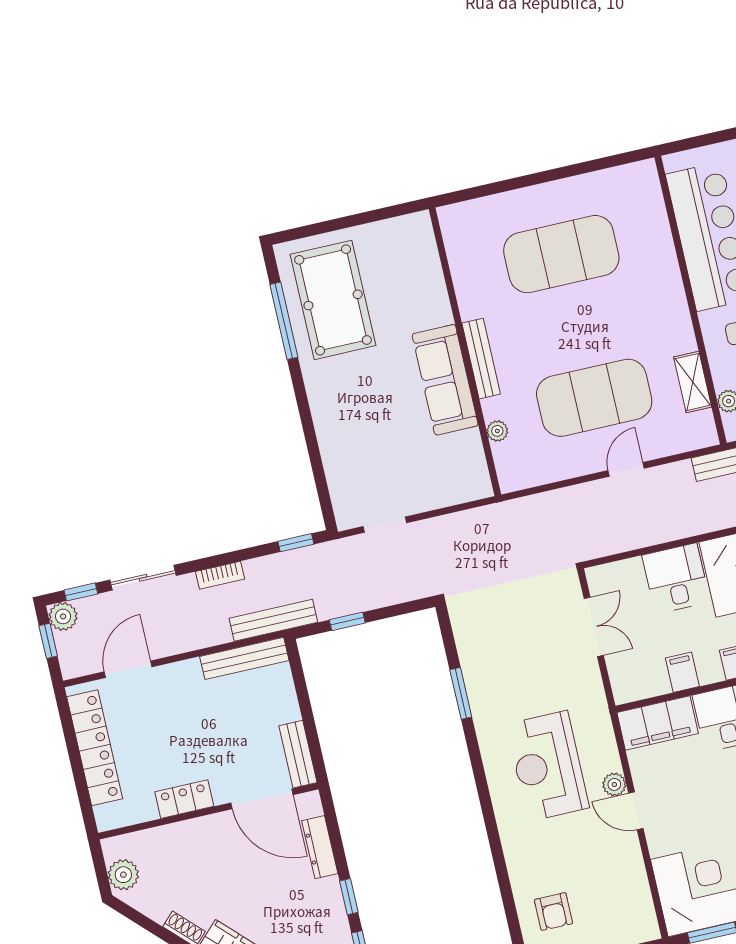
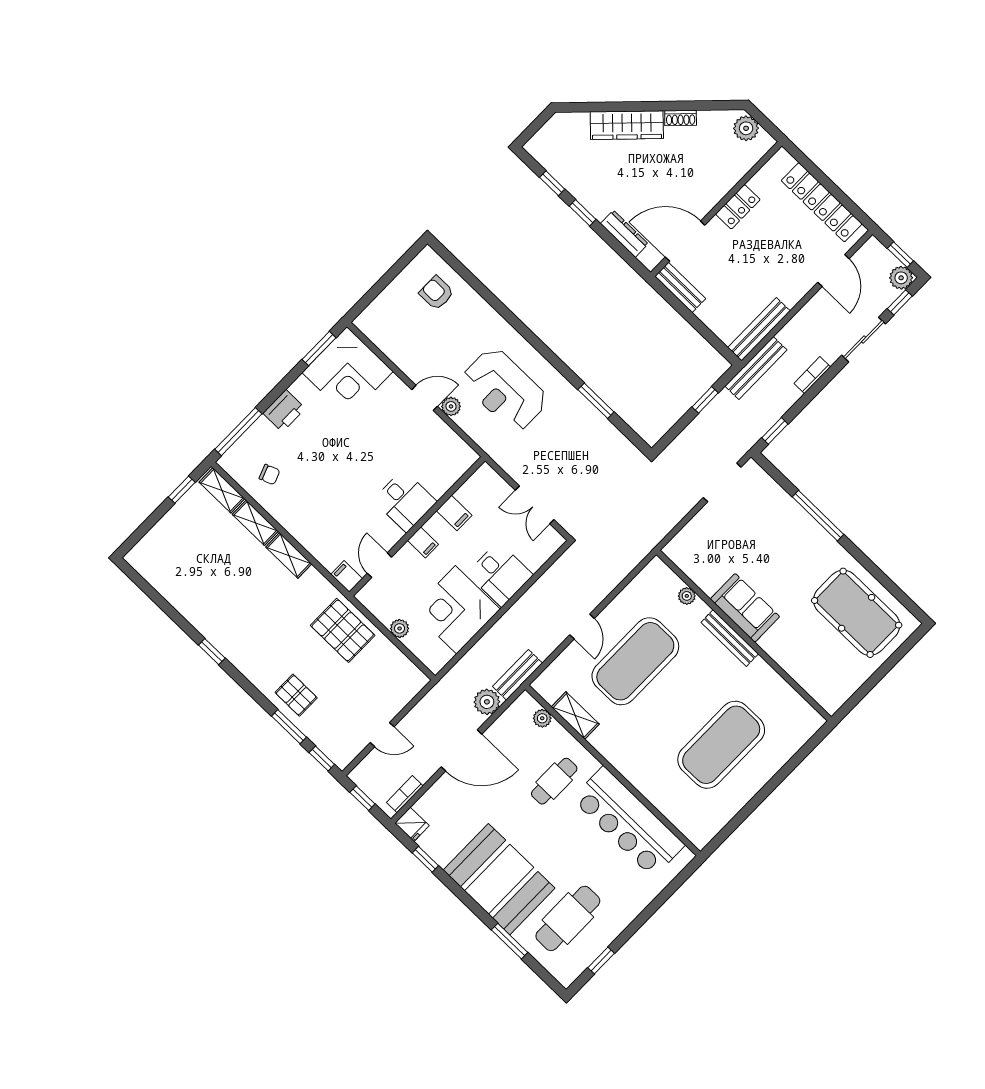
window: (284, 321) -> (818, 516), moved
sofa: (445, 380) -> (745, 608), width x0.73
doorway: (385, 525) -> (722, 482), width x1.38
filing cabinet: (658, 723) -> (449, 467), removed
reception desk: (548, 766) -> (505, 390), turned 180

